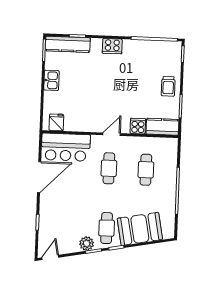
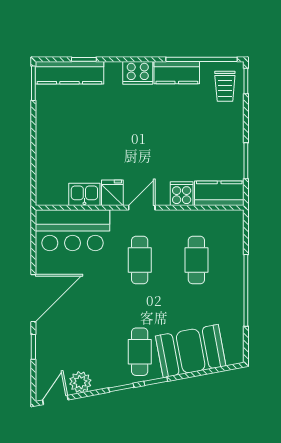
kitchen counter: (138, 47) -> (177, 73), added
kitchen sink: (51, 80) -> (84, 194), moved, turned -90
trolley: (168, 86) -> (225, 86), moved
fridge: (56, 122) -> (112, 193), moved
door: (39, 177) -> (33, 298), moved
plant: (87, 244) -> (80, 382), moved

